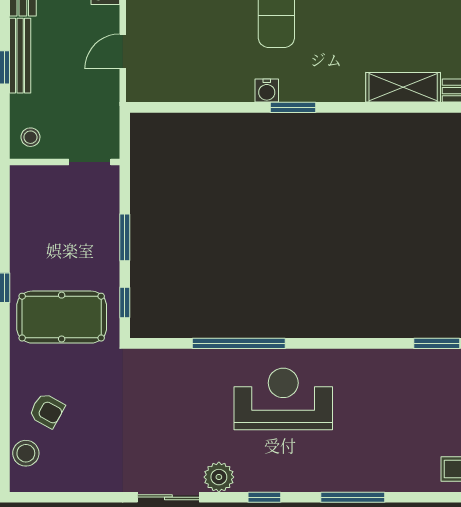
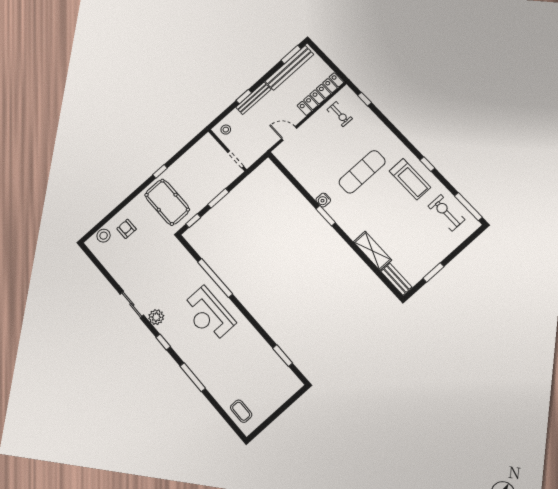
reception desk: (283, 399) -> (208, 315), turned 180
armchair: (47, 411) -> (127, 229), turned 151

